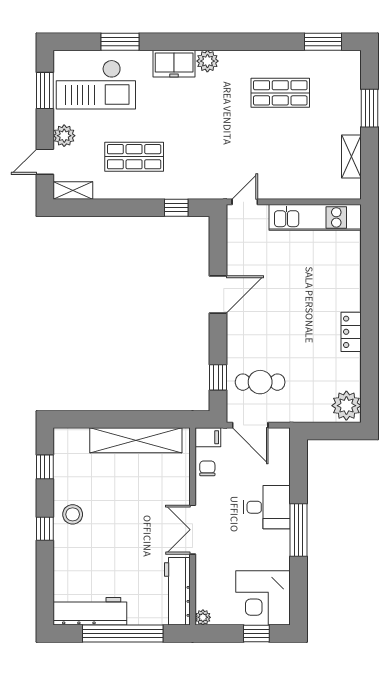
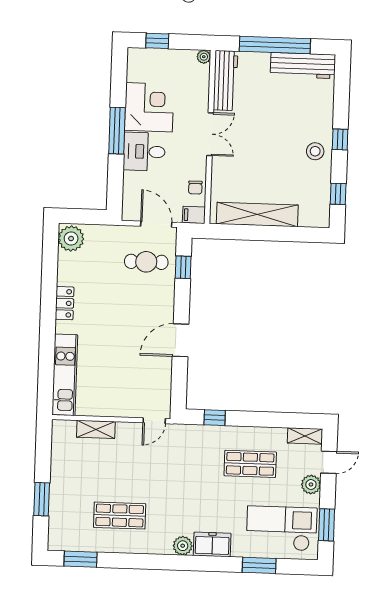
shelving: (351, 156) -> (96, 429), moved, turned 90
kitchen unit: (315, 217) -> (65, 375), moved, turned 90
corner desk: (263, 598) -> (149, 107), moved

